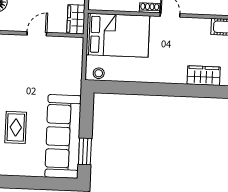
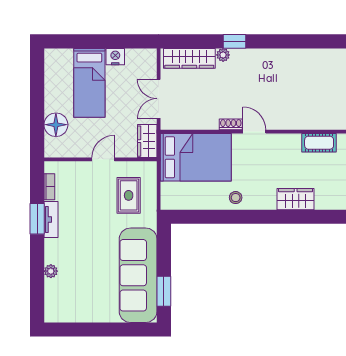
stool: (99, 73) -> (236, 198), moved
rug: (16, 127) -> (129, 195), moved

